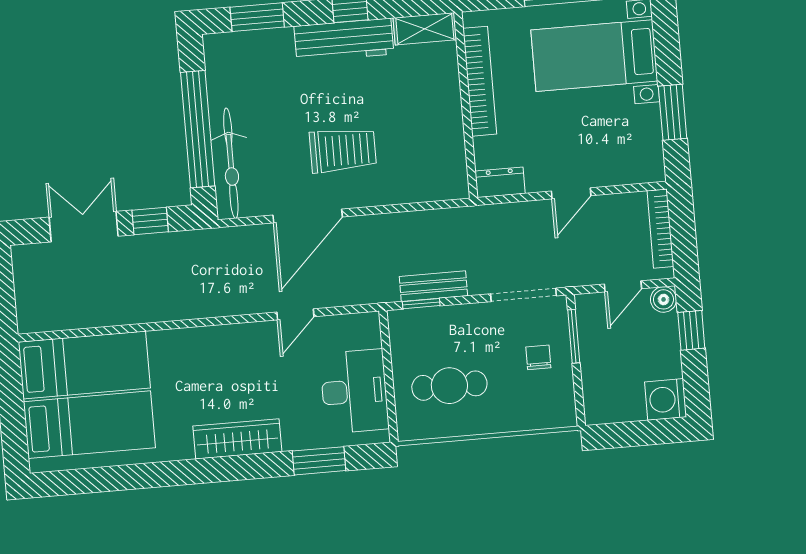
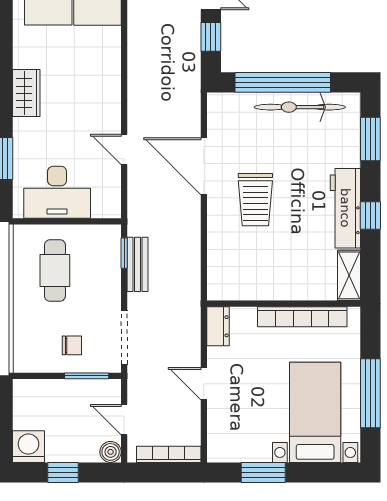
bicycle: (231, 163) -> (300, 107), moved
window: (691, 330) -> (63, 472), moved
wardrobe: (237, 439) -> (26, 93), width x0.67

